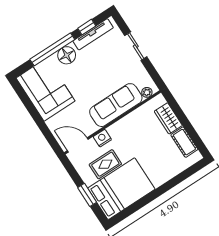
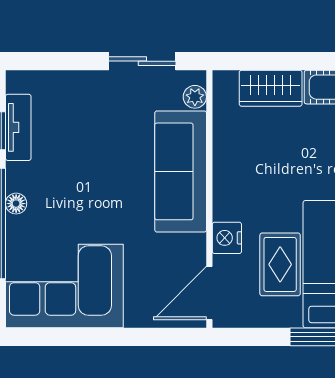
tv unit: (93, 34) -> (18, 127), width x0.71
sliding door: (136, 46) -> (142, 61), moved
floor lamp: (67, 55) -> (16, 204), width x0.53, depth x0.53

